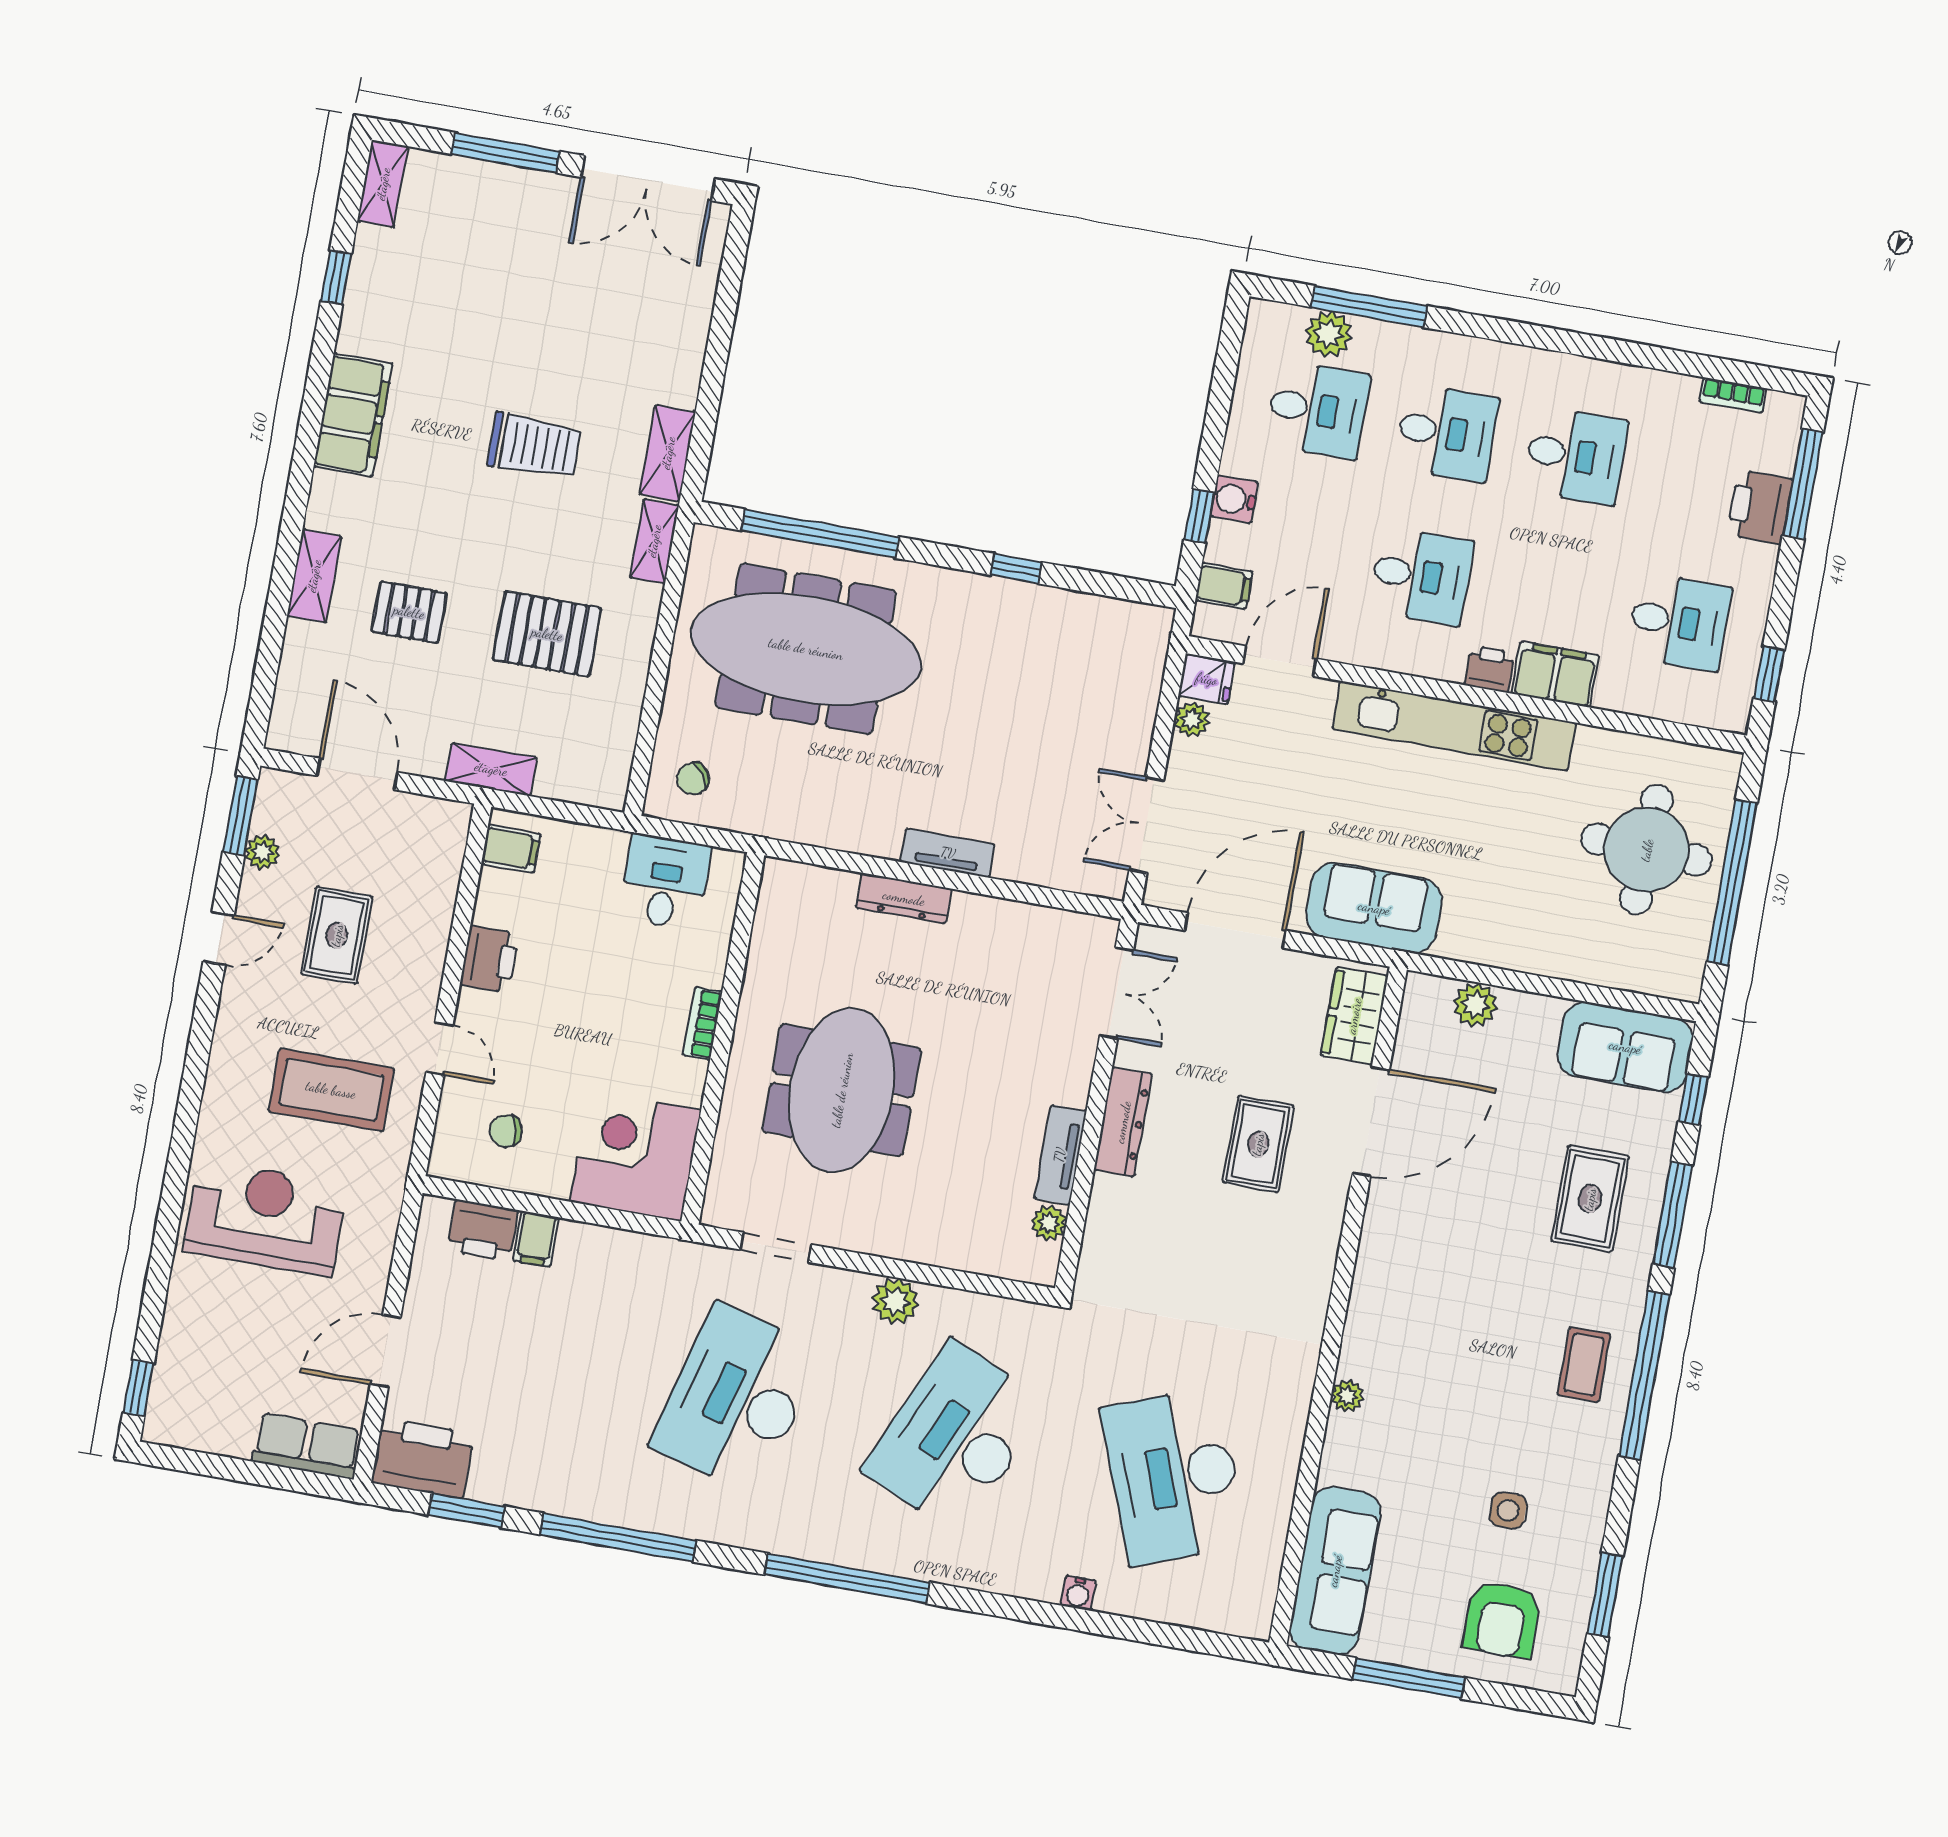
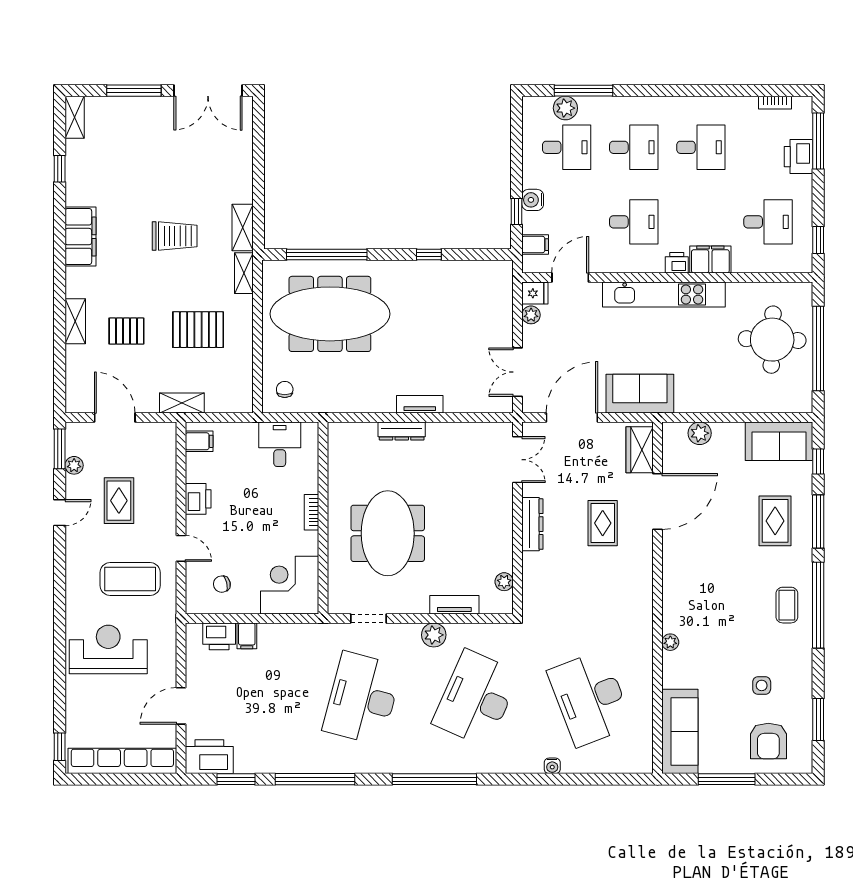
chair: (693, 779) -> (285, 389), turned 125
tv unit: (1060, 1155) -> (454, 605), moved, turned 90
row of seats: (307, 1446) -> (122, 761), width x2.02

